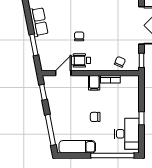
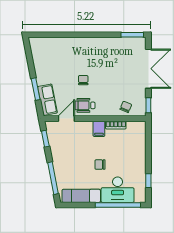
row of seats: (39, 22) -> (48, 100), moved
window: (141, 118) -> (148, 181), moved
desk: (127, 134) -> (118, 190), moved, turned 90

